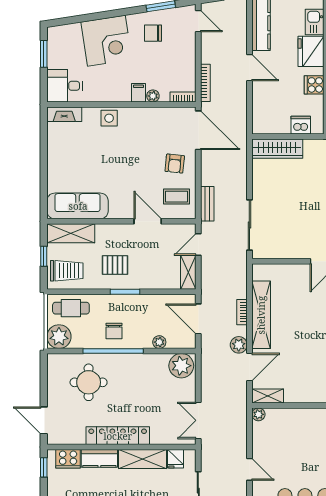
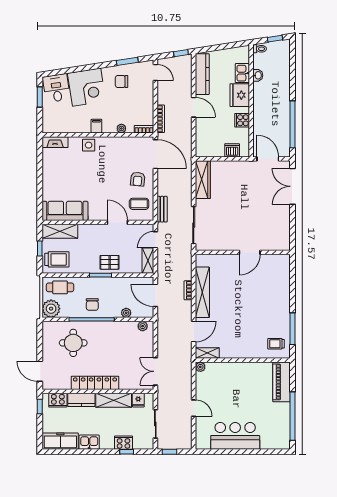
desk: (65, 86) -> (56, 88), moved, turned 81
filing cabinet: (139, 93) -> (96, 126), moved
wardrobe: (277, 149) -> (203, 180), moved, turned -90
pallet: (115, 265) -> (110, 262), moved
plant: (239, 345) -> (186, 315), removed
plant: (181, 366) -> (143, 326), width x0.53, depth x0.53

